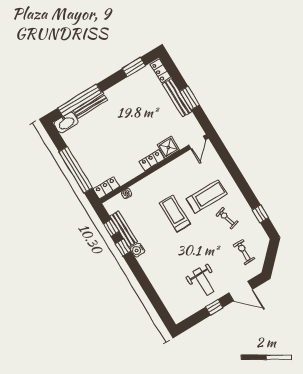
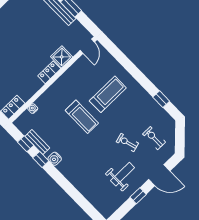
treadmill: (175, 213) -> (82, 117), turned 180
exercise bike: (227, 218) -> (127, 143), moved
bench: (124, 229) -> (37, 142), width x0.73
weight bench: (203, 282) -> (123, 174), turned -90

